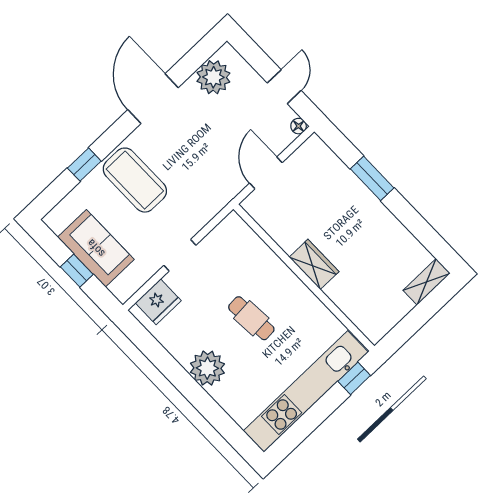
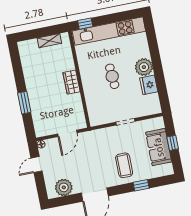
coffee table: (135, 180) -> (124, 165), width x0.73, depth x0.76
shelving: (427, 282) -> (49, 41), moved
fridge: (158, 302) -> (149, 85), moved, turned -90

